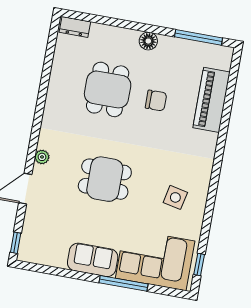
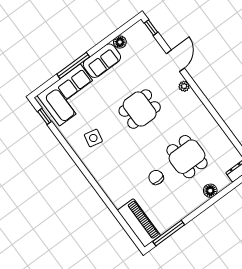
floor lamp: (148, 41) -> (210, 191), moved
piano: (212, 100) -> (139, 223), moved
chair: (156, 101) -> (156, 177), turned 90
floor lamp: (58, 260) -> (120, 42), added

